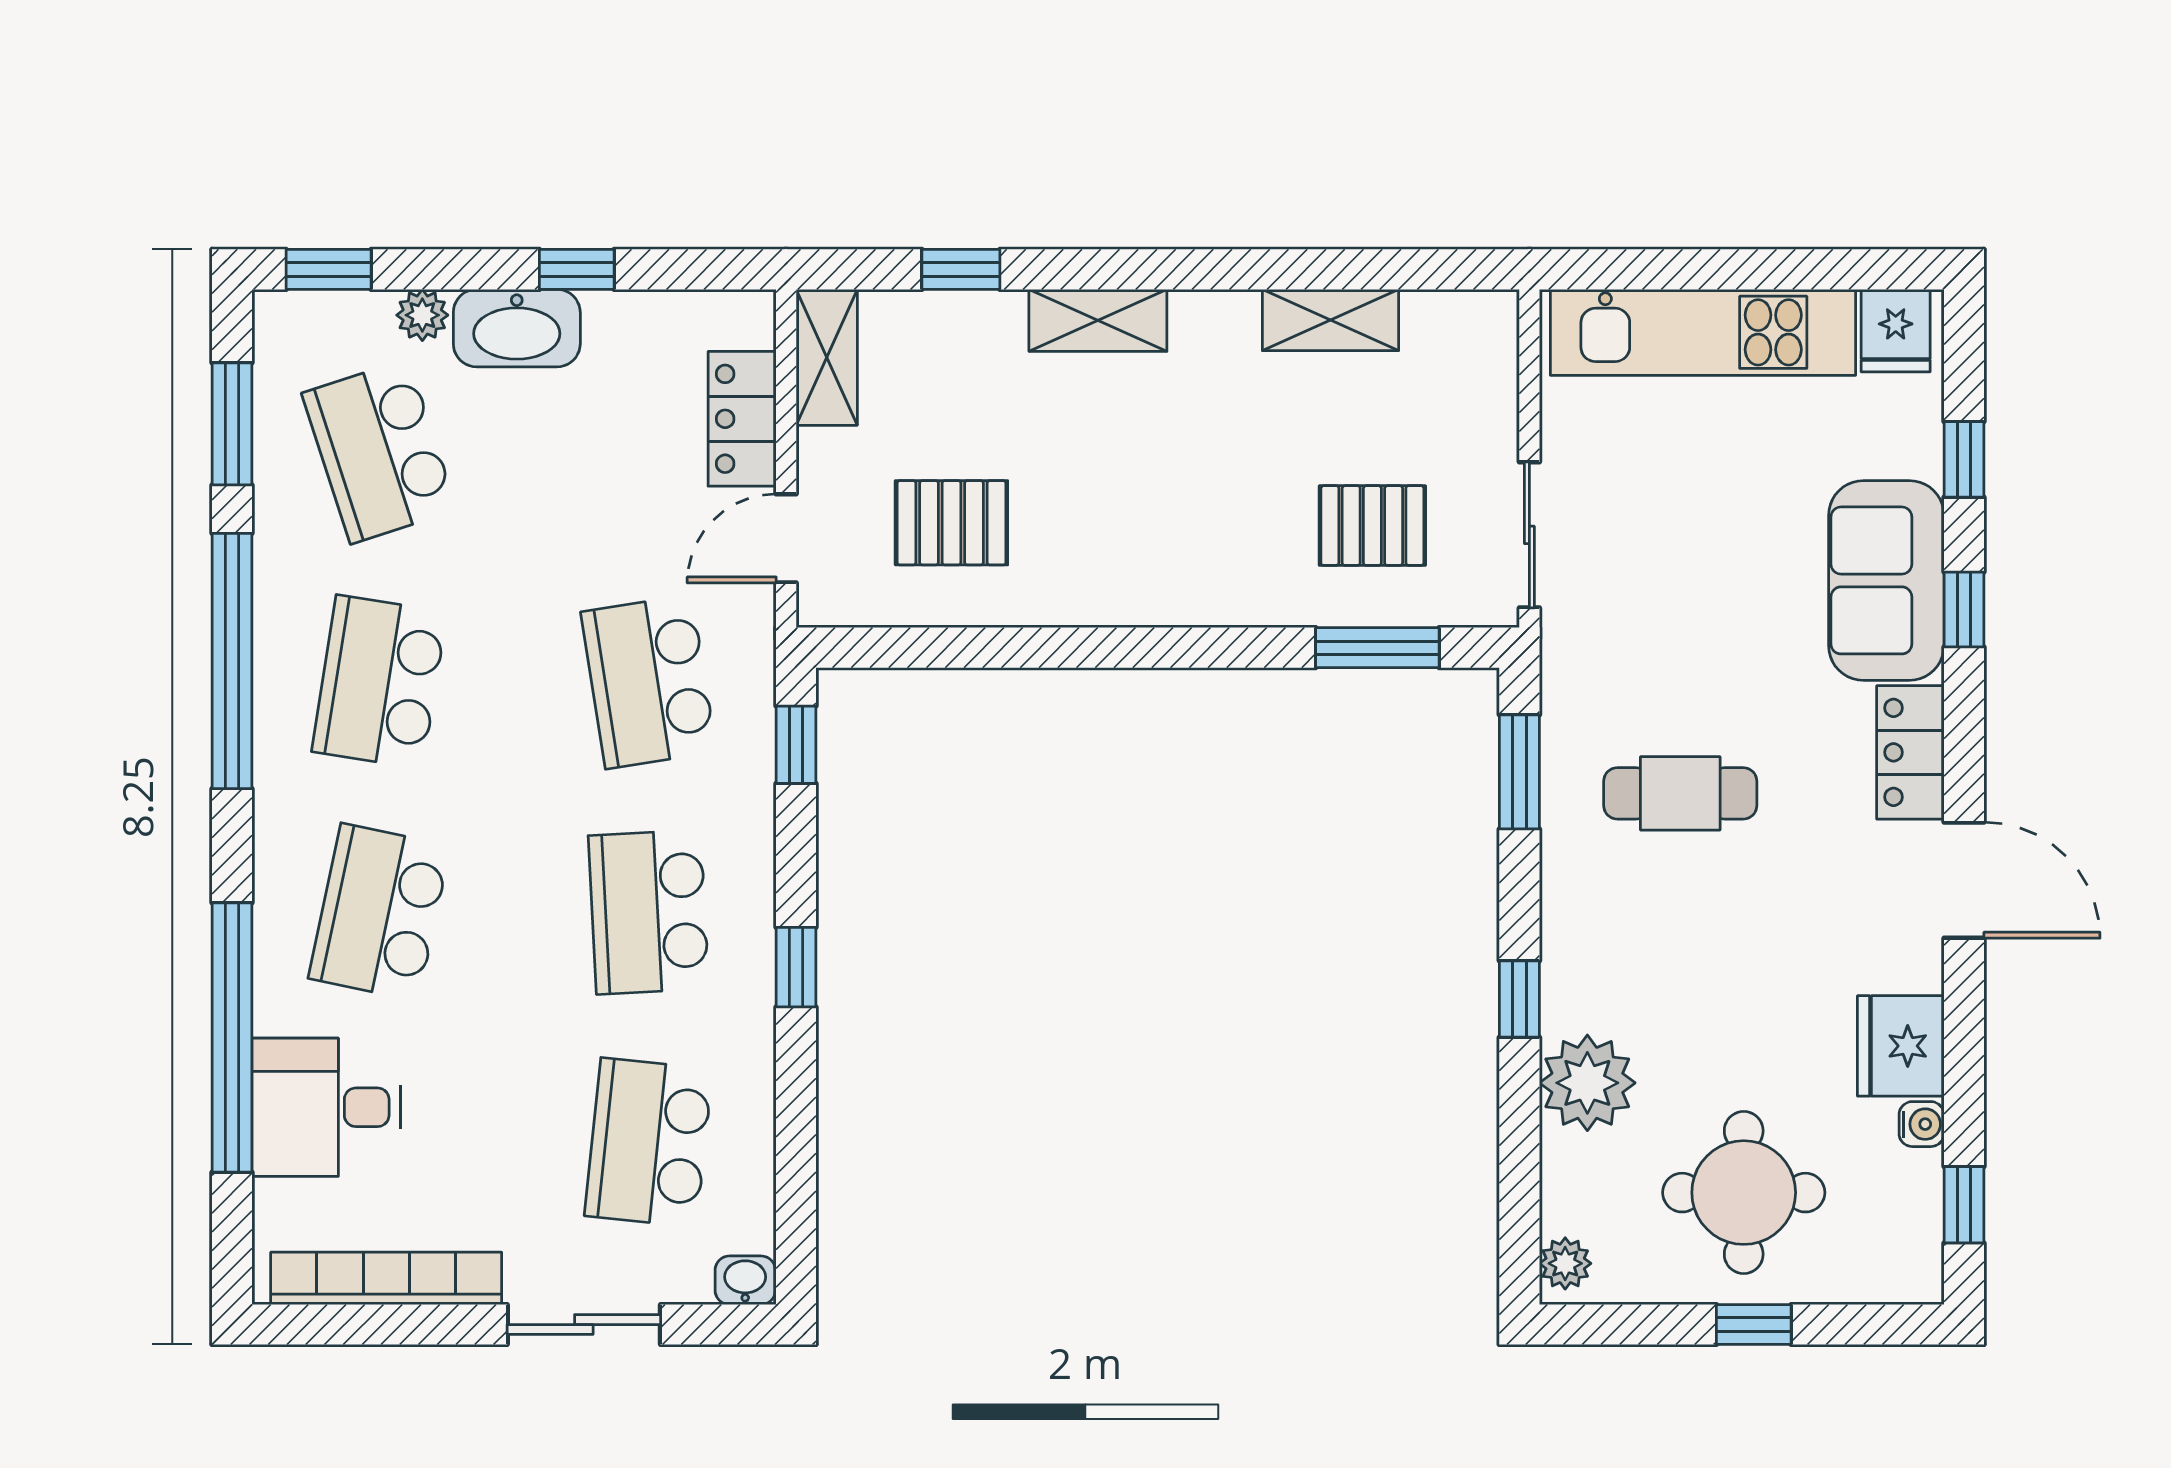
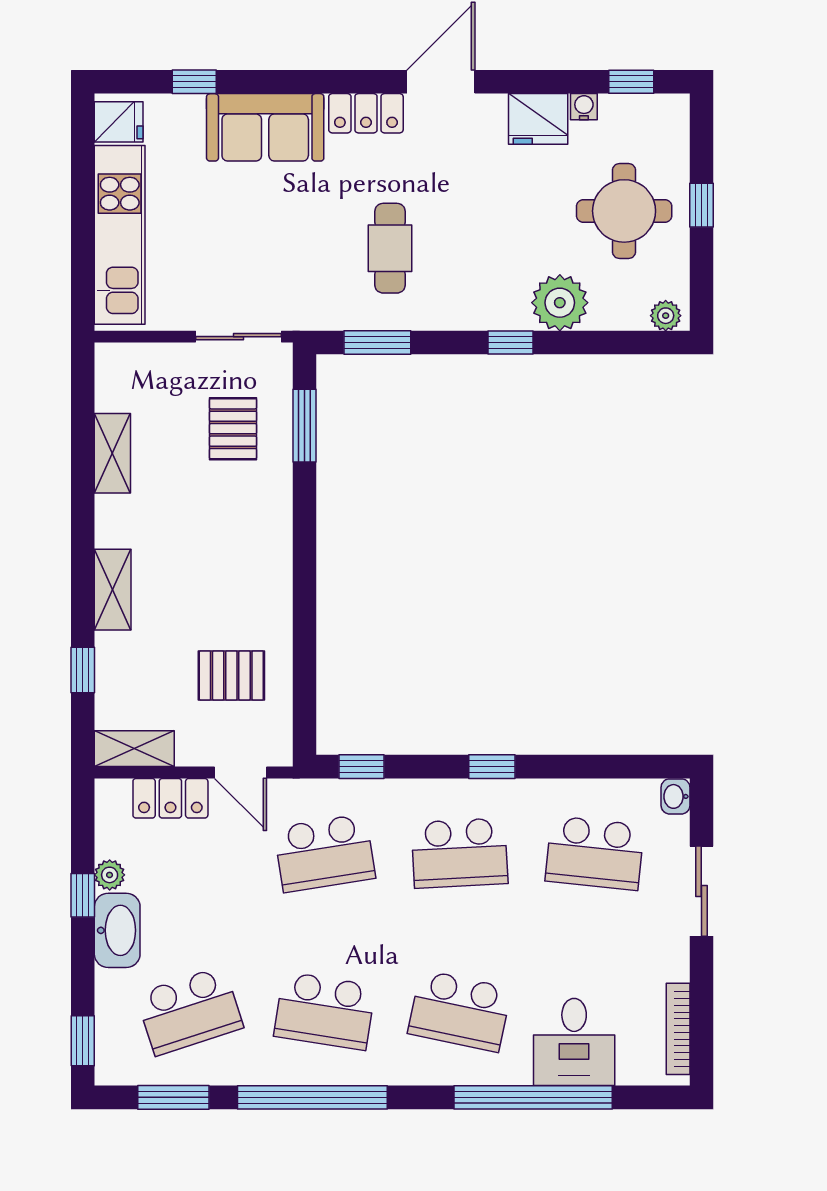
plant: (422, 315) -> (110, 875), moved
pallet: (951, 523) -> (231, 675), turned 90
window: (1964, 610) -> (282, 82), removed
bookcase: (386, 1278) -> (678, 1029), width x0.68, depth x0.76

